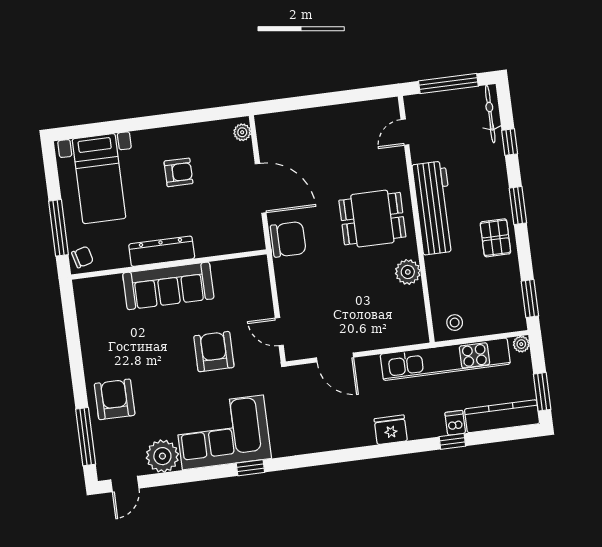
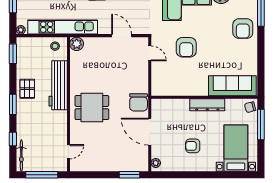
window: (288, 104) -> (129, 175), added
workbench: (434, 208) -> (58, 85), moved
chair: (288, 239) -> (139, 102), turned -90
plant: (408, 272) -> (77, 44), moved
sofa: (168, 286) -> (232, 86), moved

